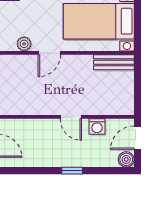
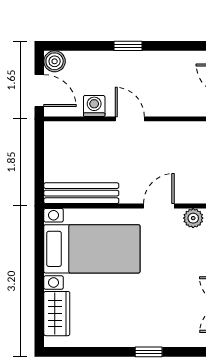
bench: (114, 62) -> (81, 193), width x1.36
door: (137, 138) -> (39, 91), hinge flipped

